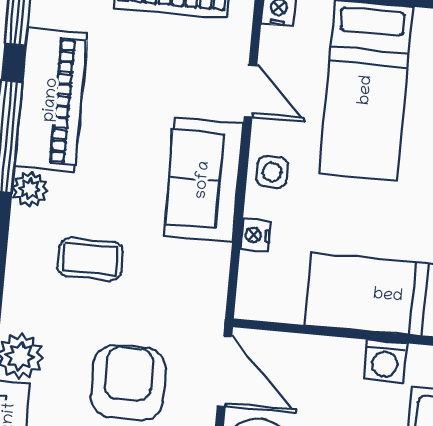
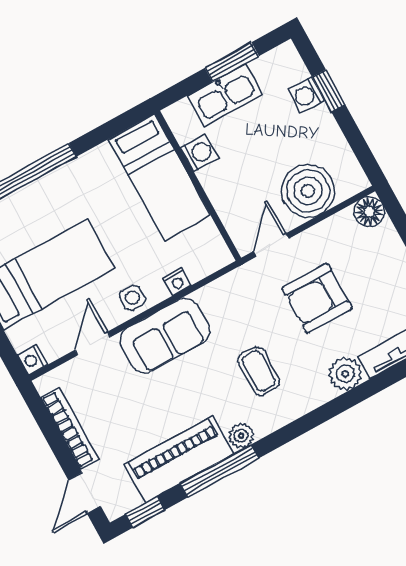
door: (225, 371) -> (271, 245), width x0.73

